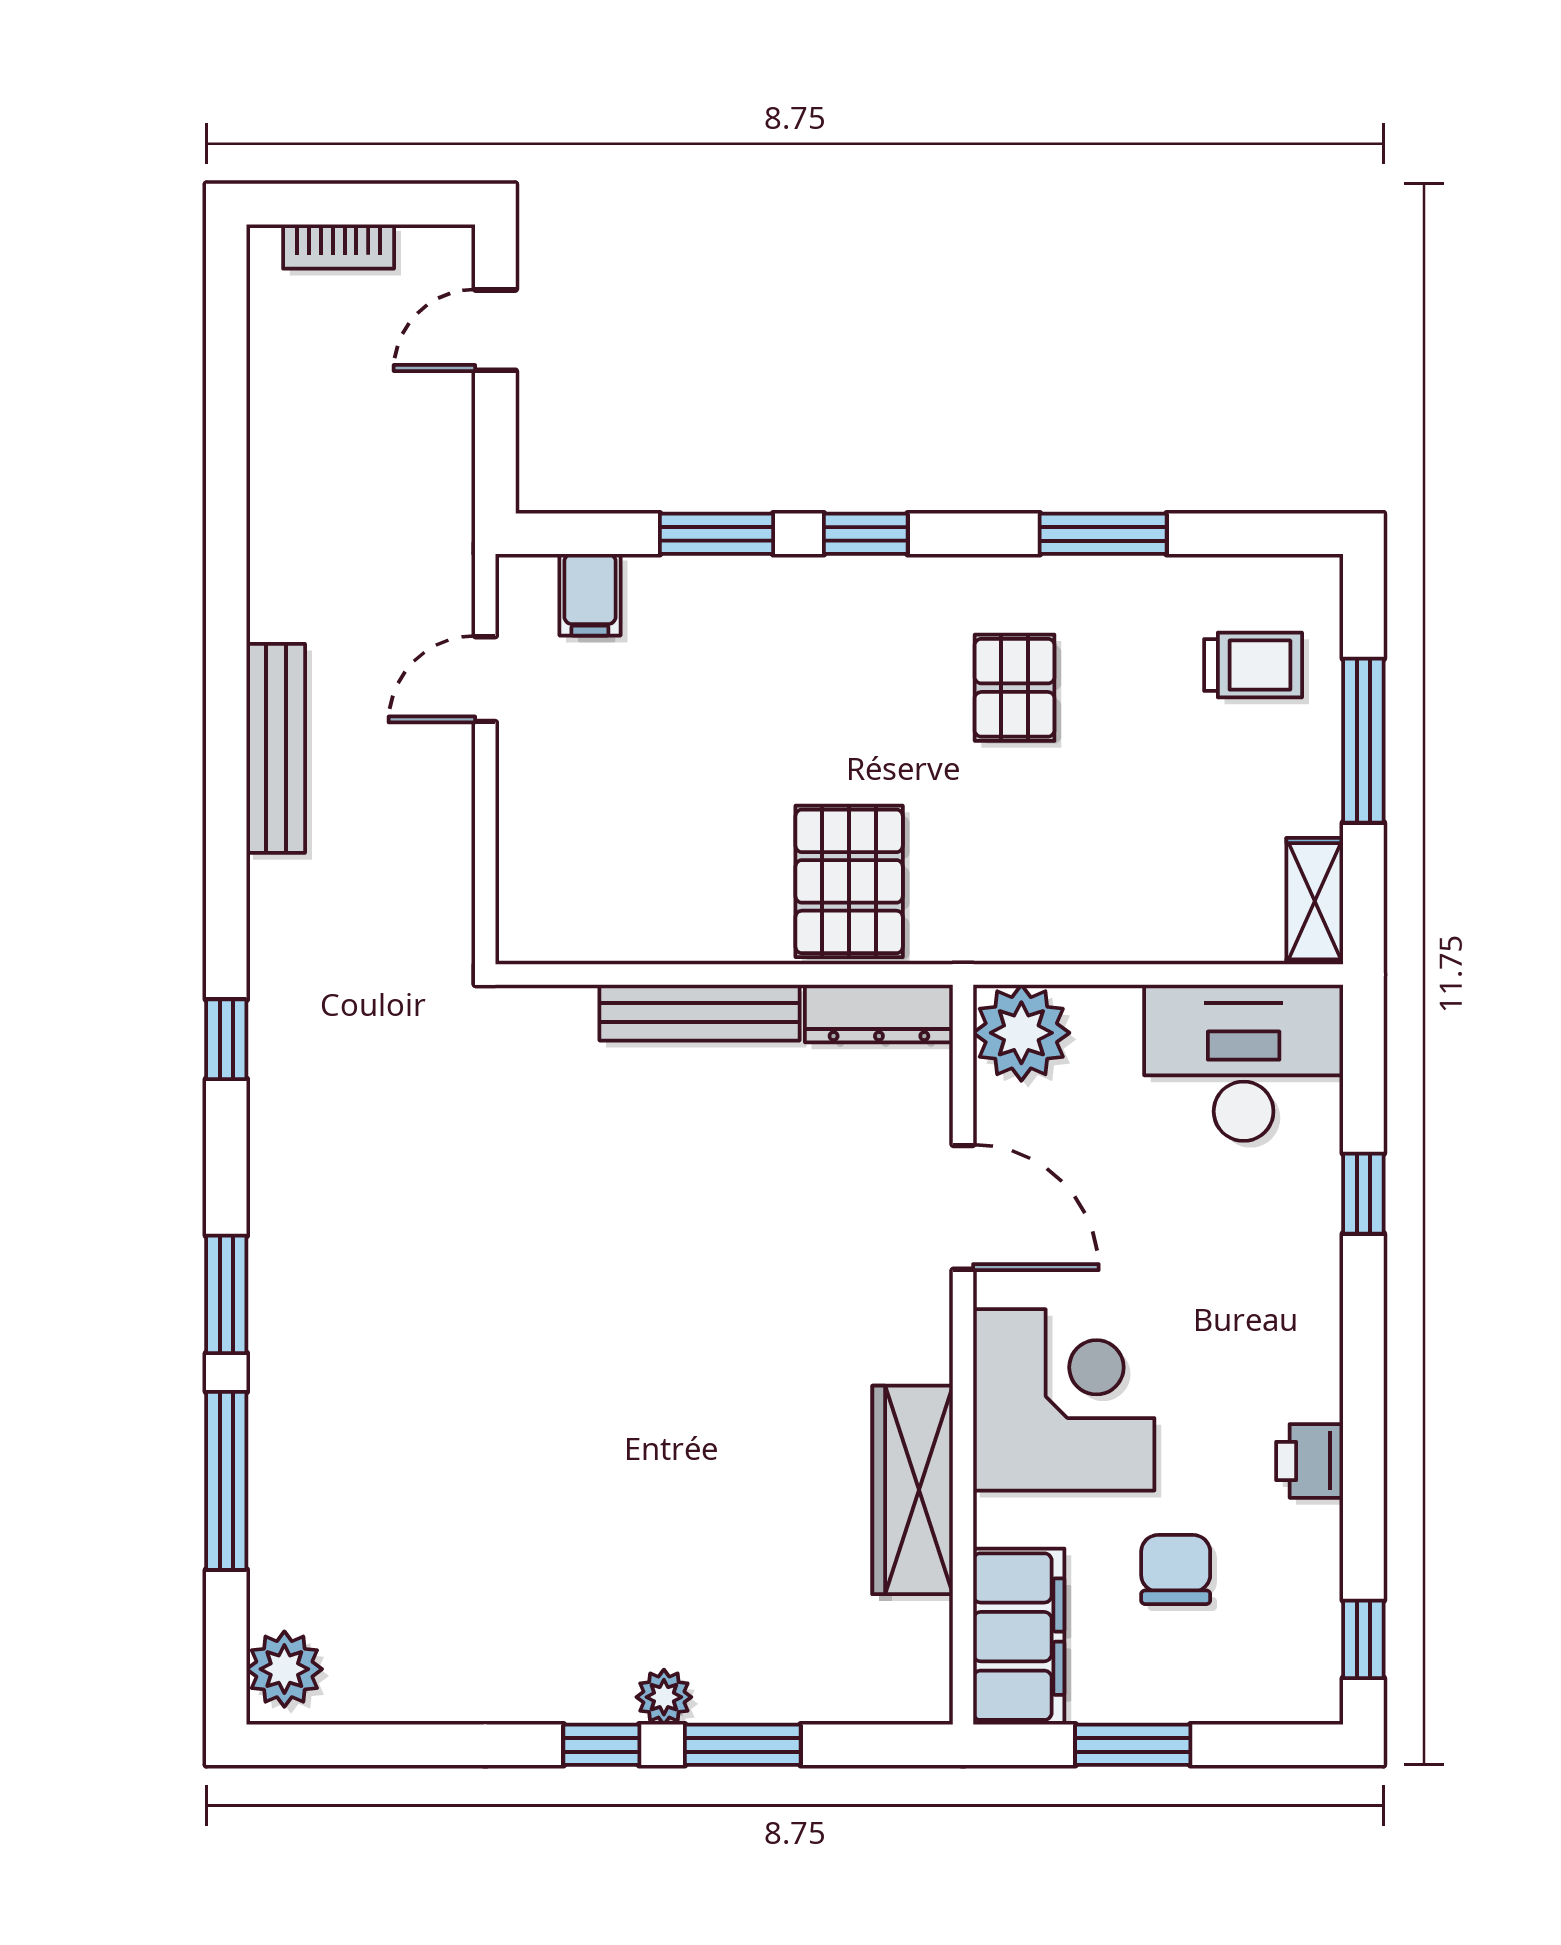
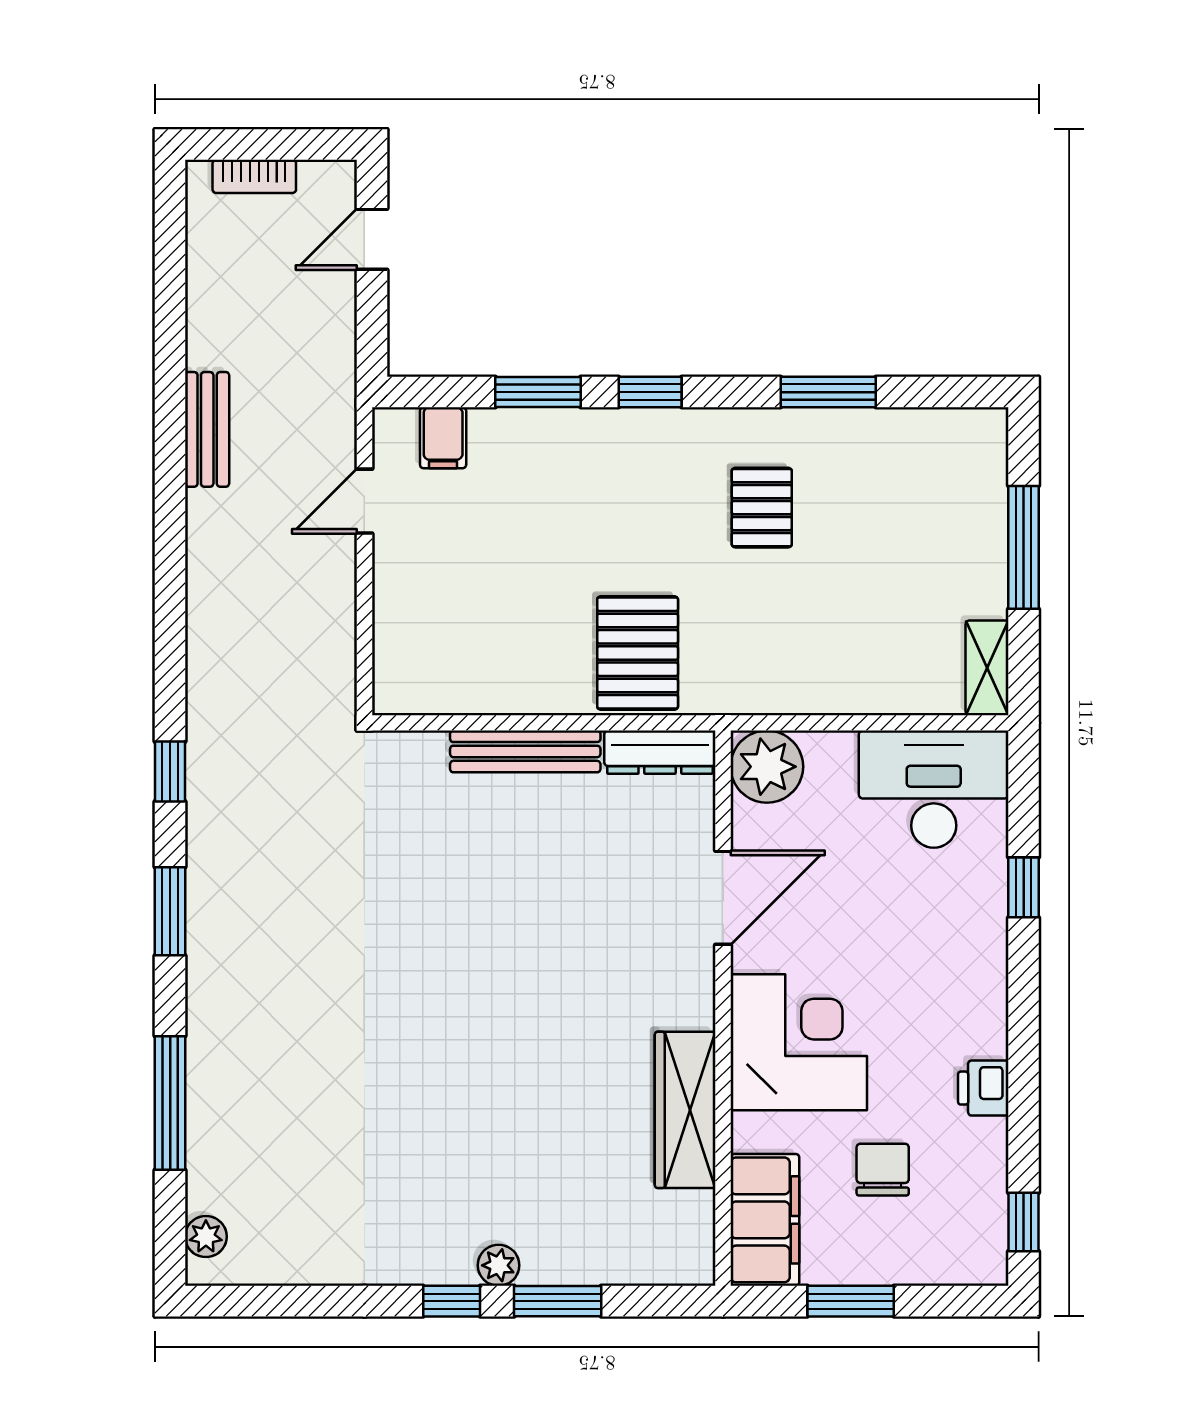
trolley: (1253, 665) -> (941, 491), removed
bench: (276, 748) -> (207, 429), moved, width x0.73
door: (963, 1207) -> (723, 898), hinge flipped
window: (226, 1294) -> (170, 911), moved
plant: (284, 1669) -> (206, 1237), width x0.73, depth x0.73

